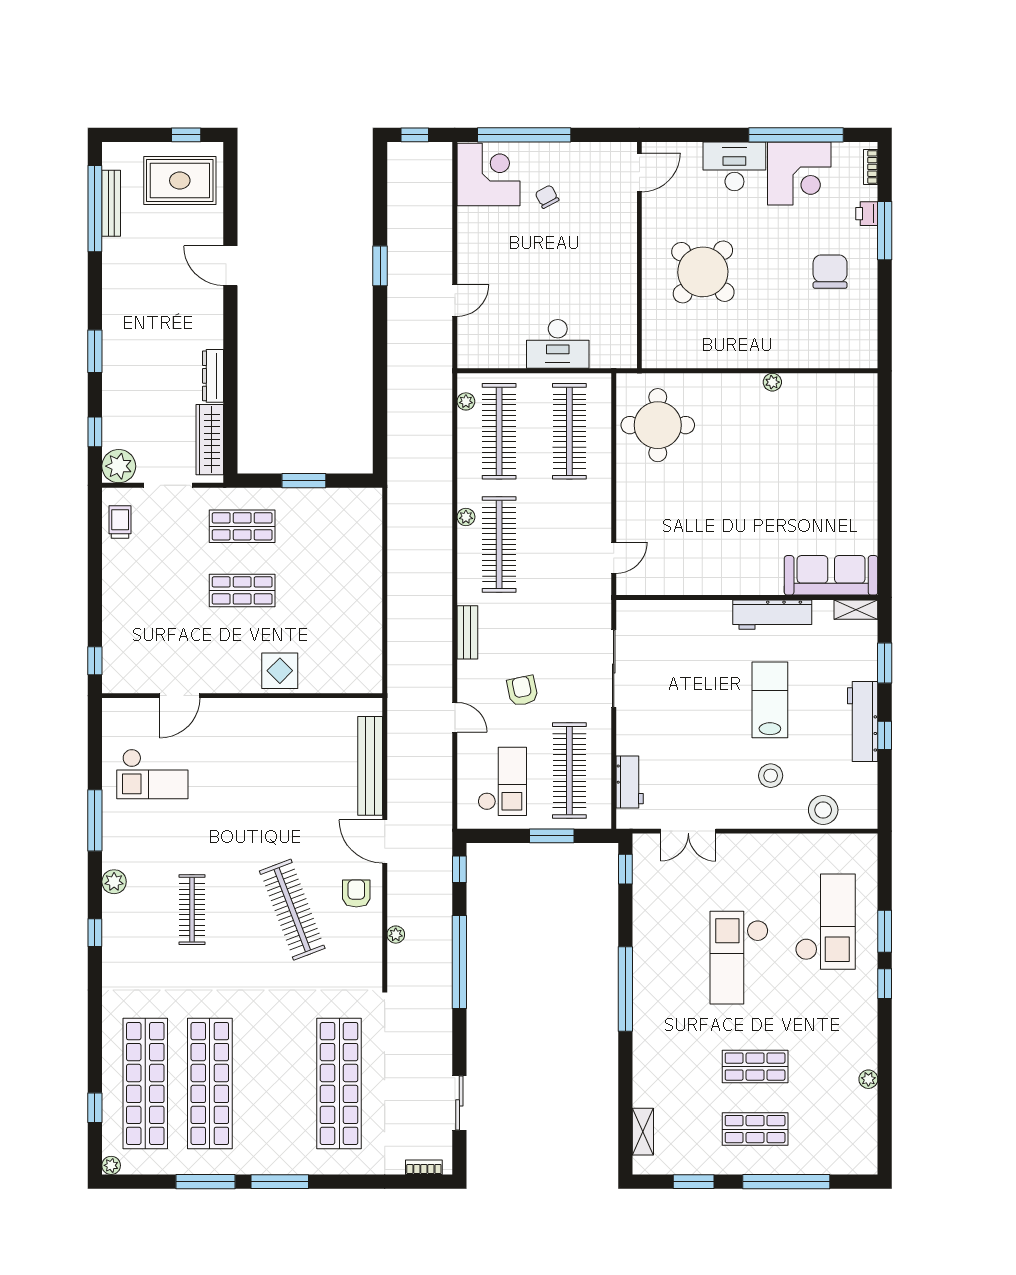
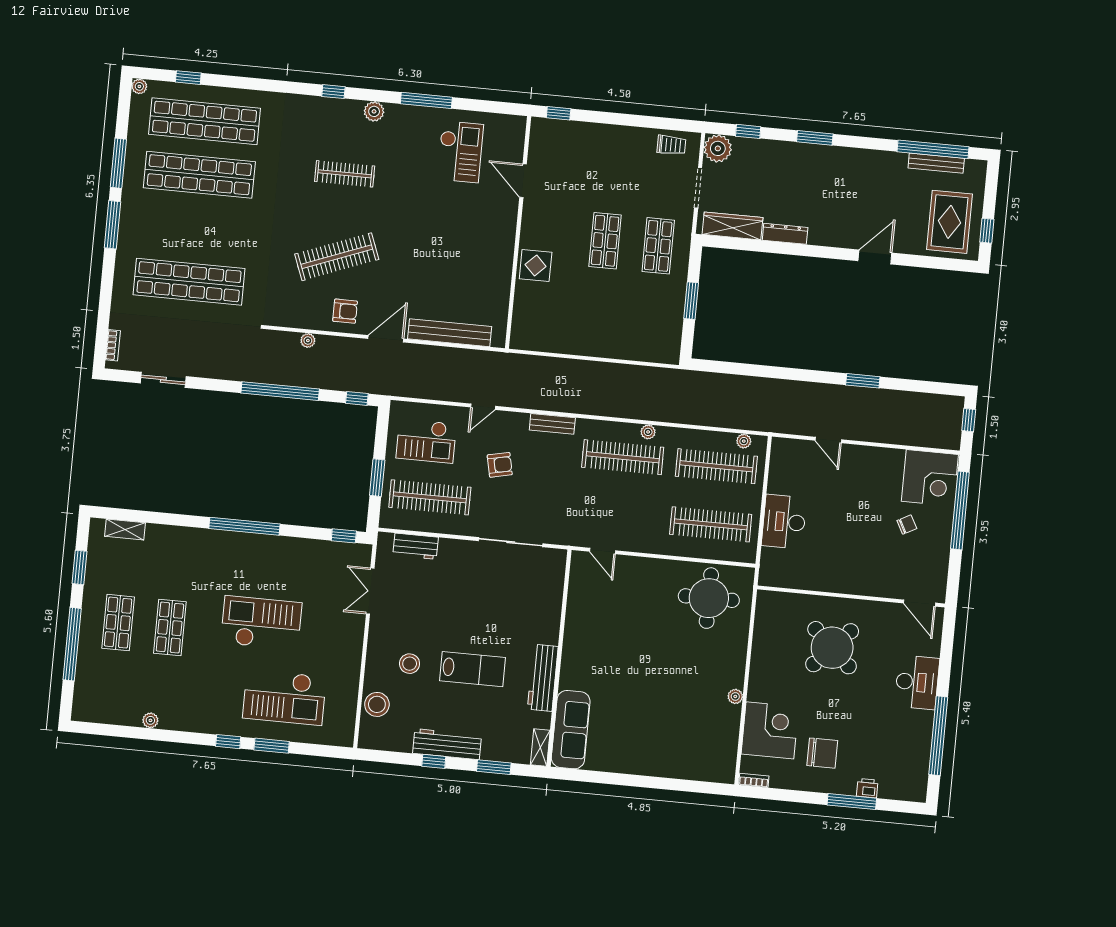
bookcase: (871, 167) -> (754, 780), moved
corner desk: (799, 173) -> (770, 730), moved, turned 180
checkout: (152, 774) -> (460, 152), turned 180

